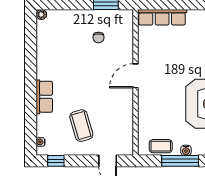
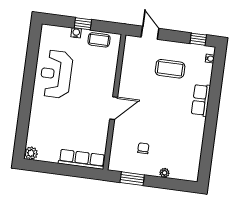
plant: (41, 14) -> (164, 173), moved
coffee table: (81, 126) -> (170, 69), turned -74
window: (180, 161) -> (83, 24), width x0.46

